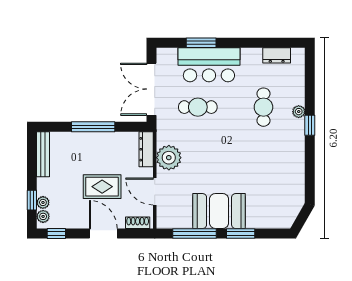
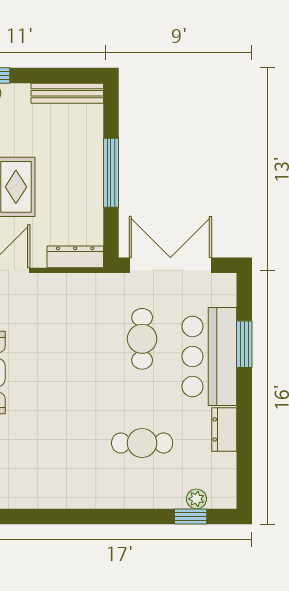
dresser: (277, 55) -> (224, 429), moved
plant: (299, 112) -> (196, 499), moved
window: (310, 125) -> (191, 517), moved
plant: (169, 158) -> (62, 293), removed

